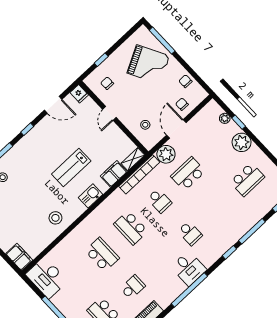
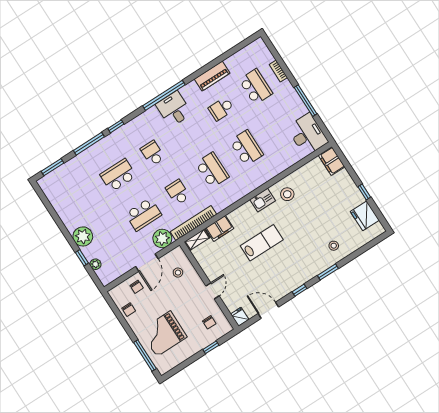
grand piano: (148, 64) -> (164, 334), turned -62
school desk: (247, 179) -> (118, 175), moved
kitchen sink: (91, 196) -> (263, 200), moved
school desk: (102, 255) -> (246, 148), turned 180
desk: (189, 268) -> (174, 109), moved

